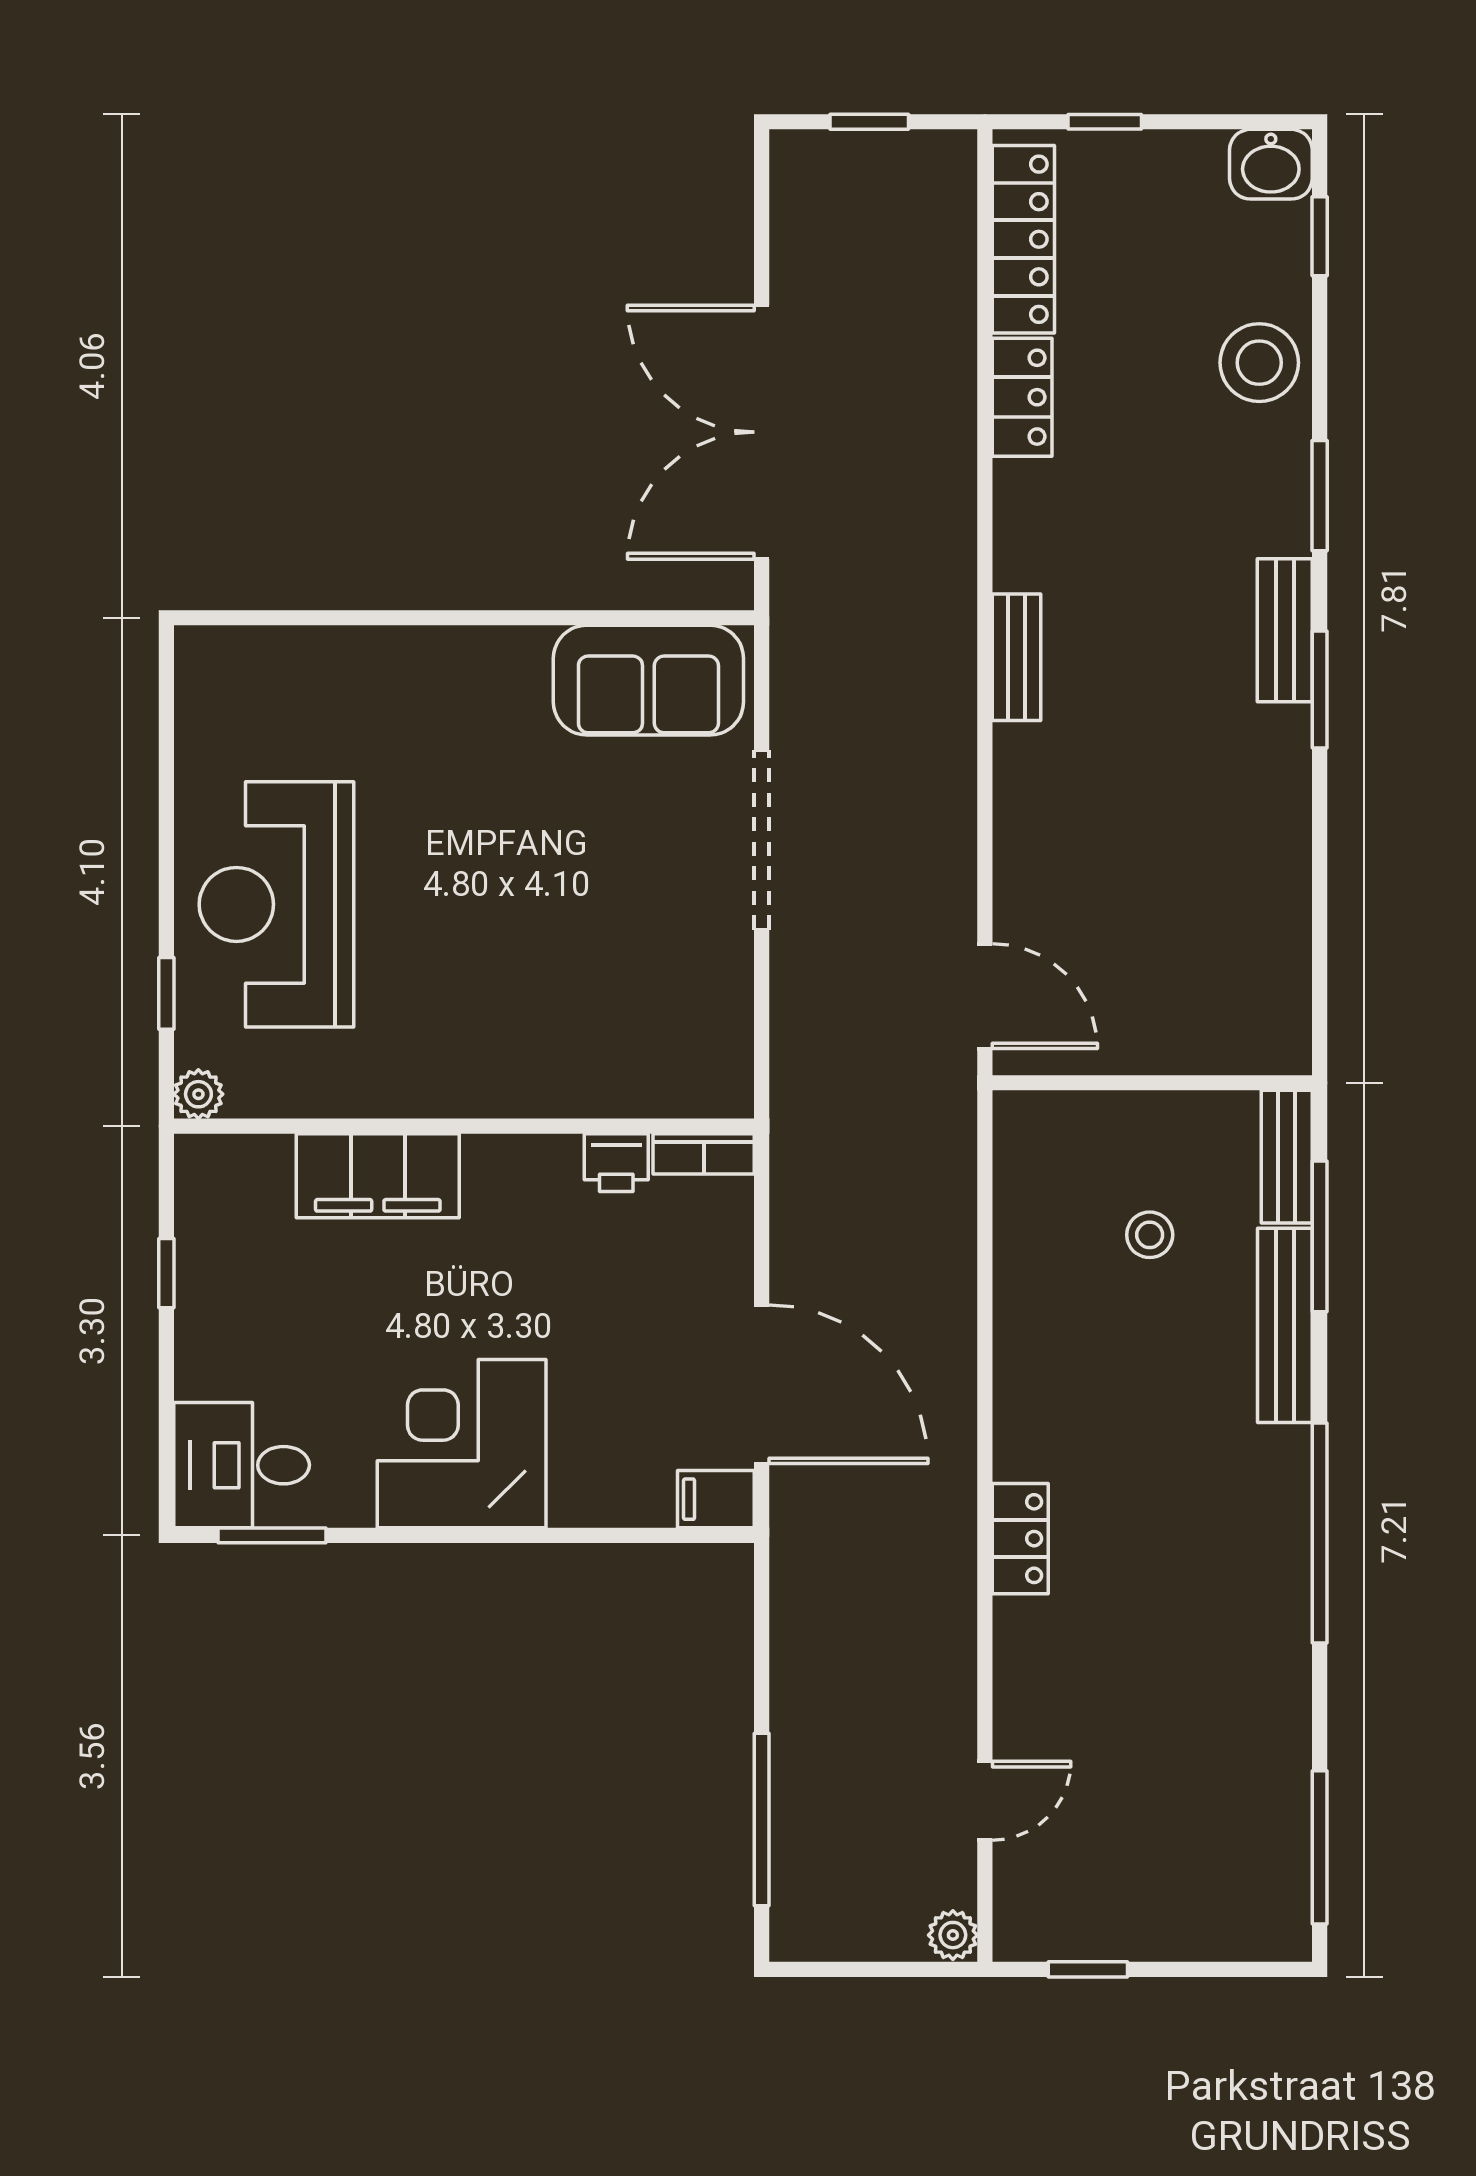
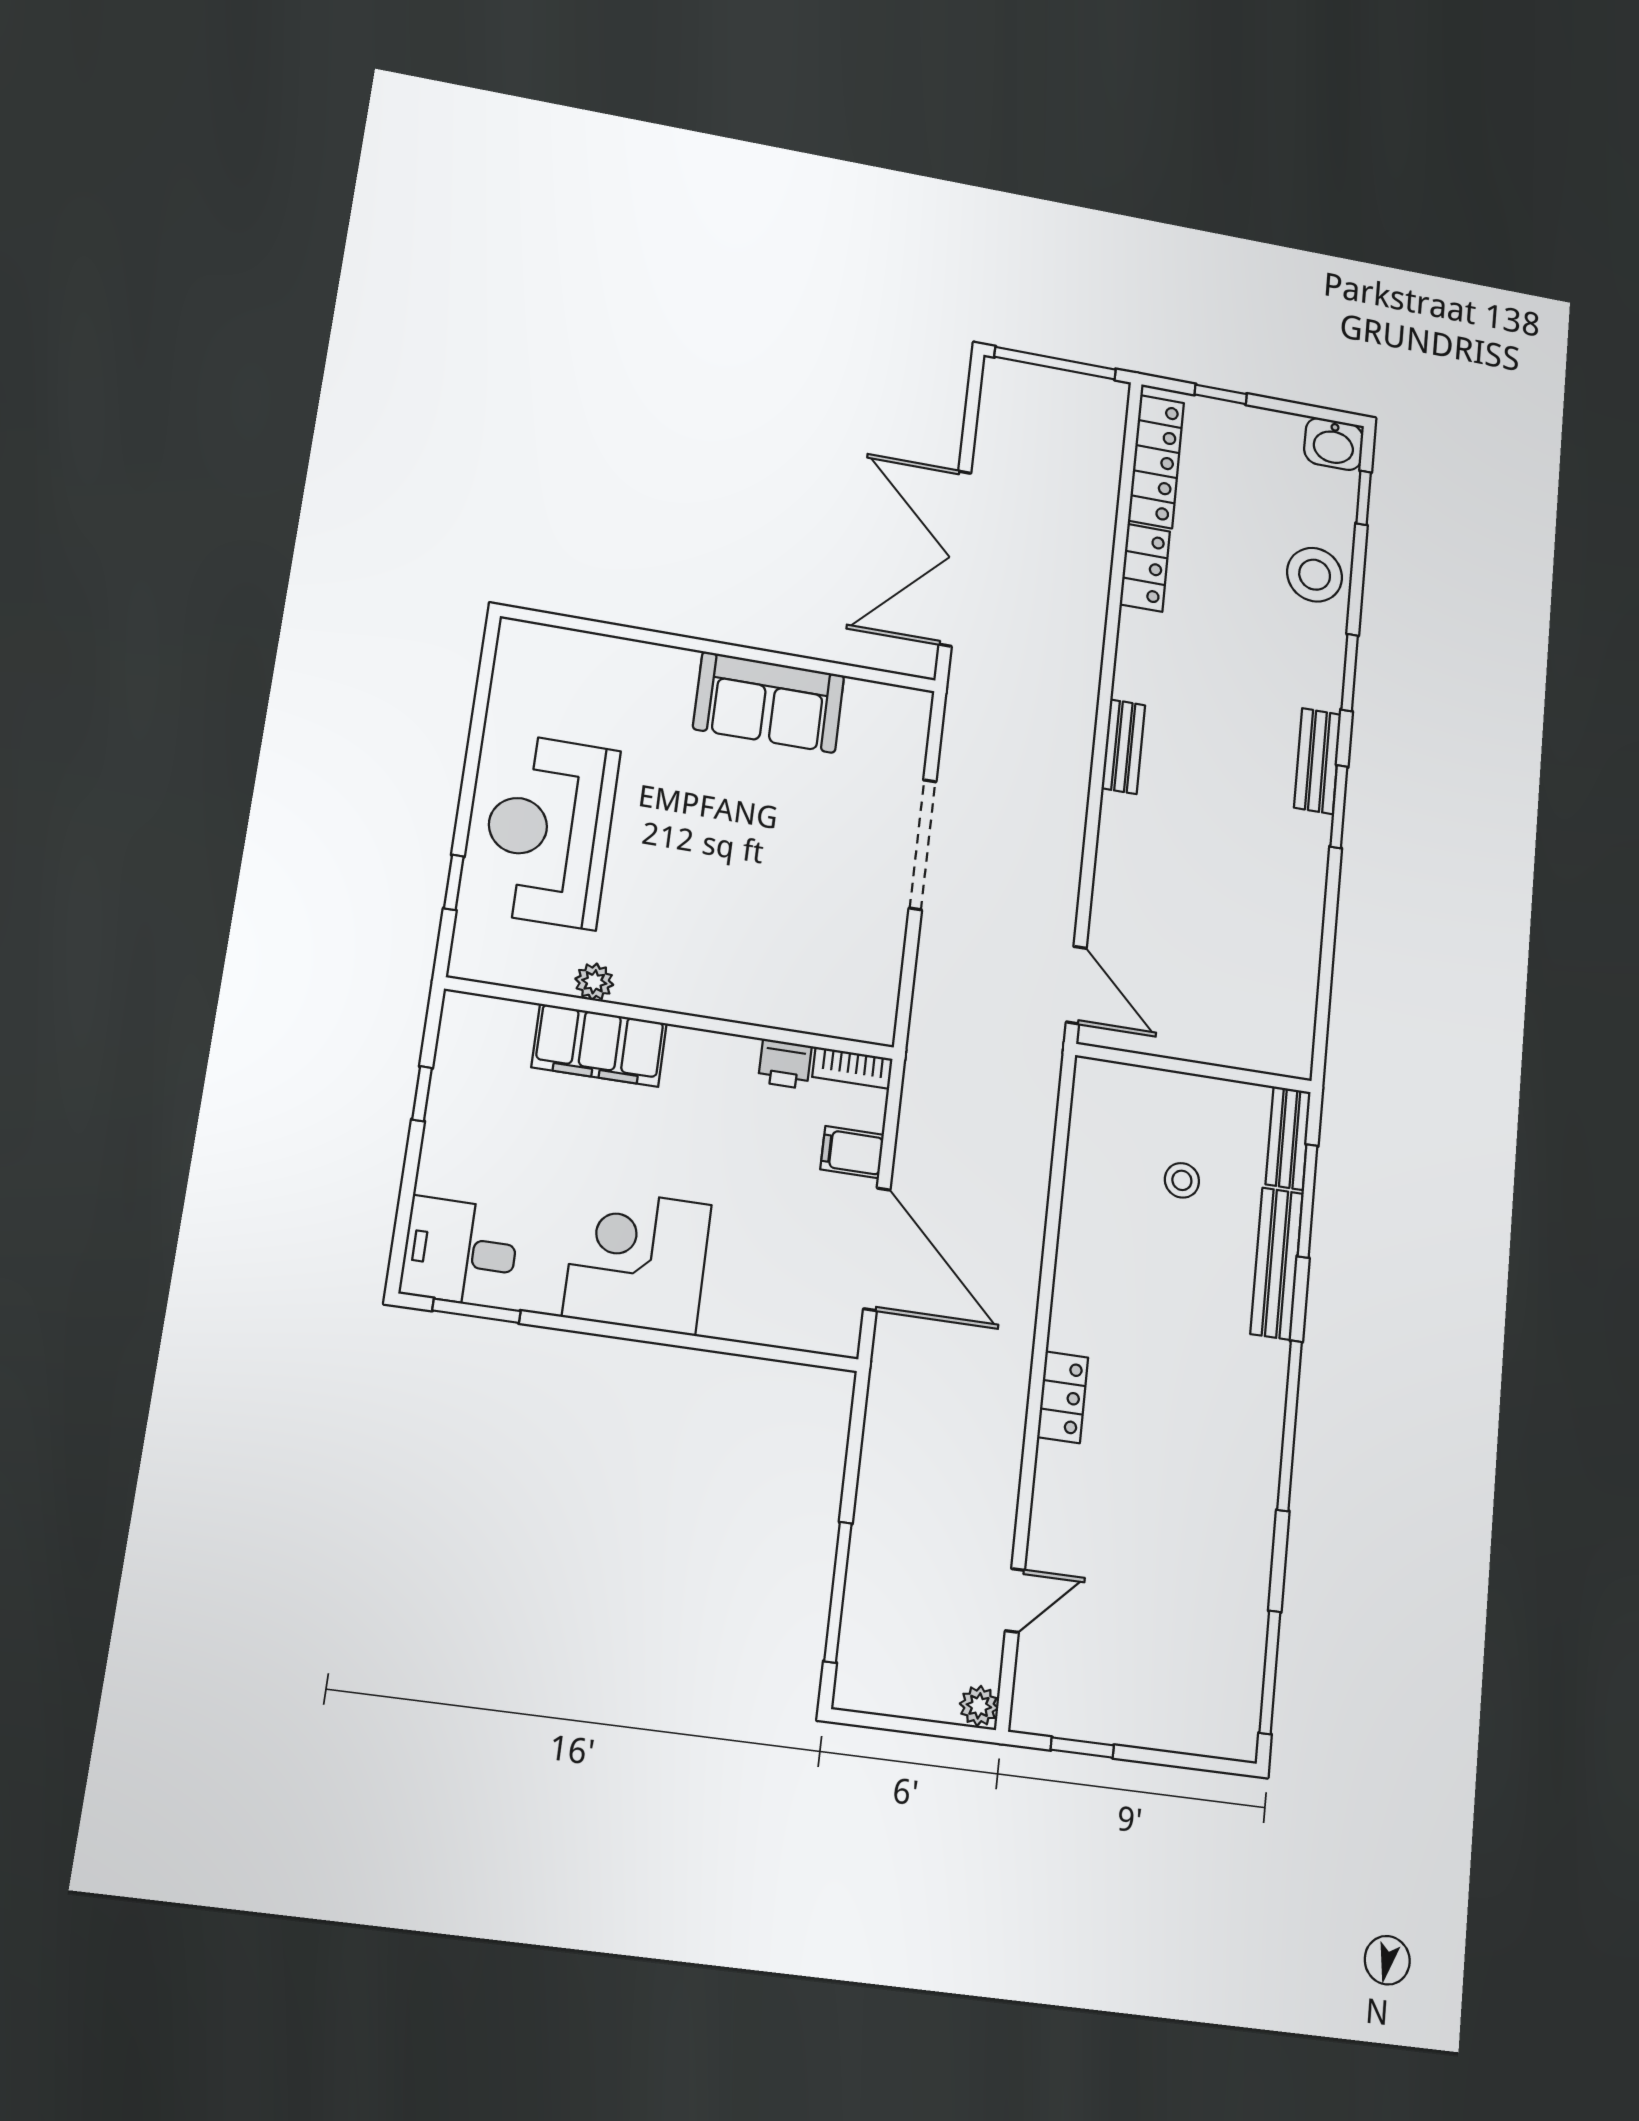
window: (869, 122) -> (1055, 363), width x2.17
sofa: (648, 680) -> (769, 702), moved
plant: (198, 1094) -> (594, 982), moved
filing cabinet: (716, 1499) -> (852, 1152), moved

